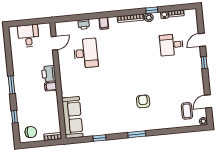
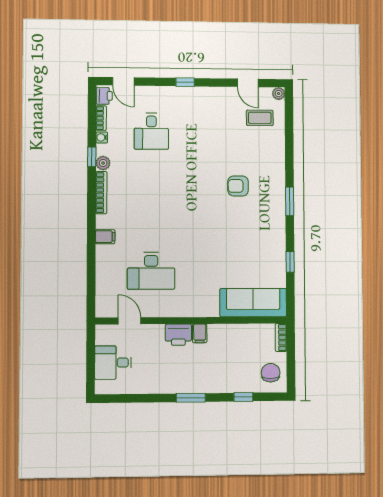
printer: (84, 24) -> (104, 96), moved
door: (202, 40) -> (123, 81), moved
desk: (86, 53) -> (151, 271), turned 180

